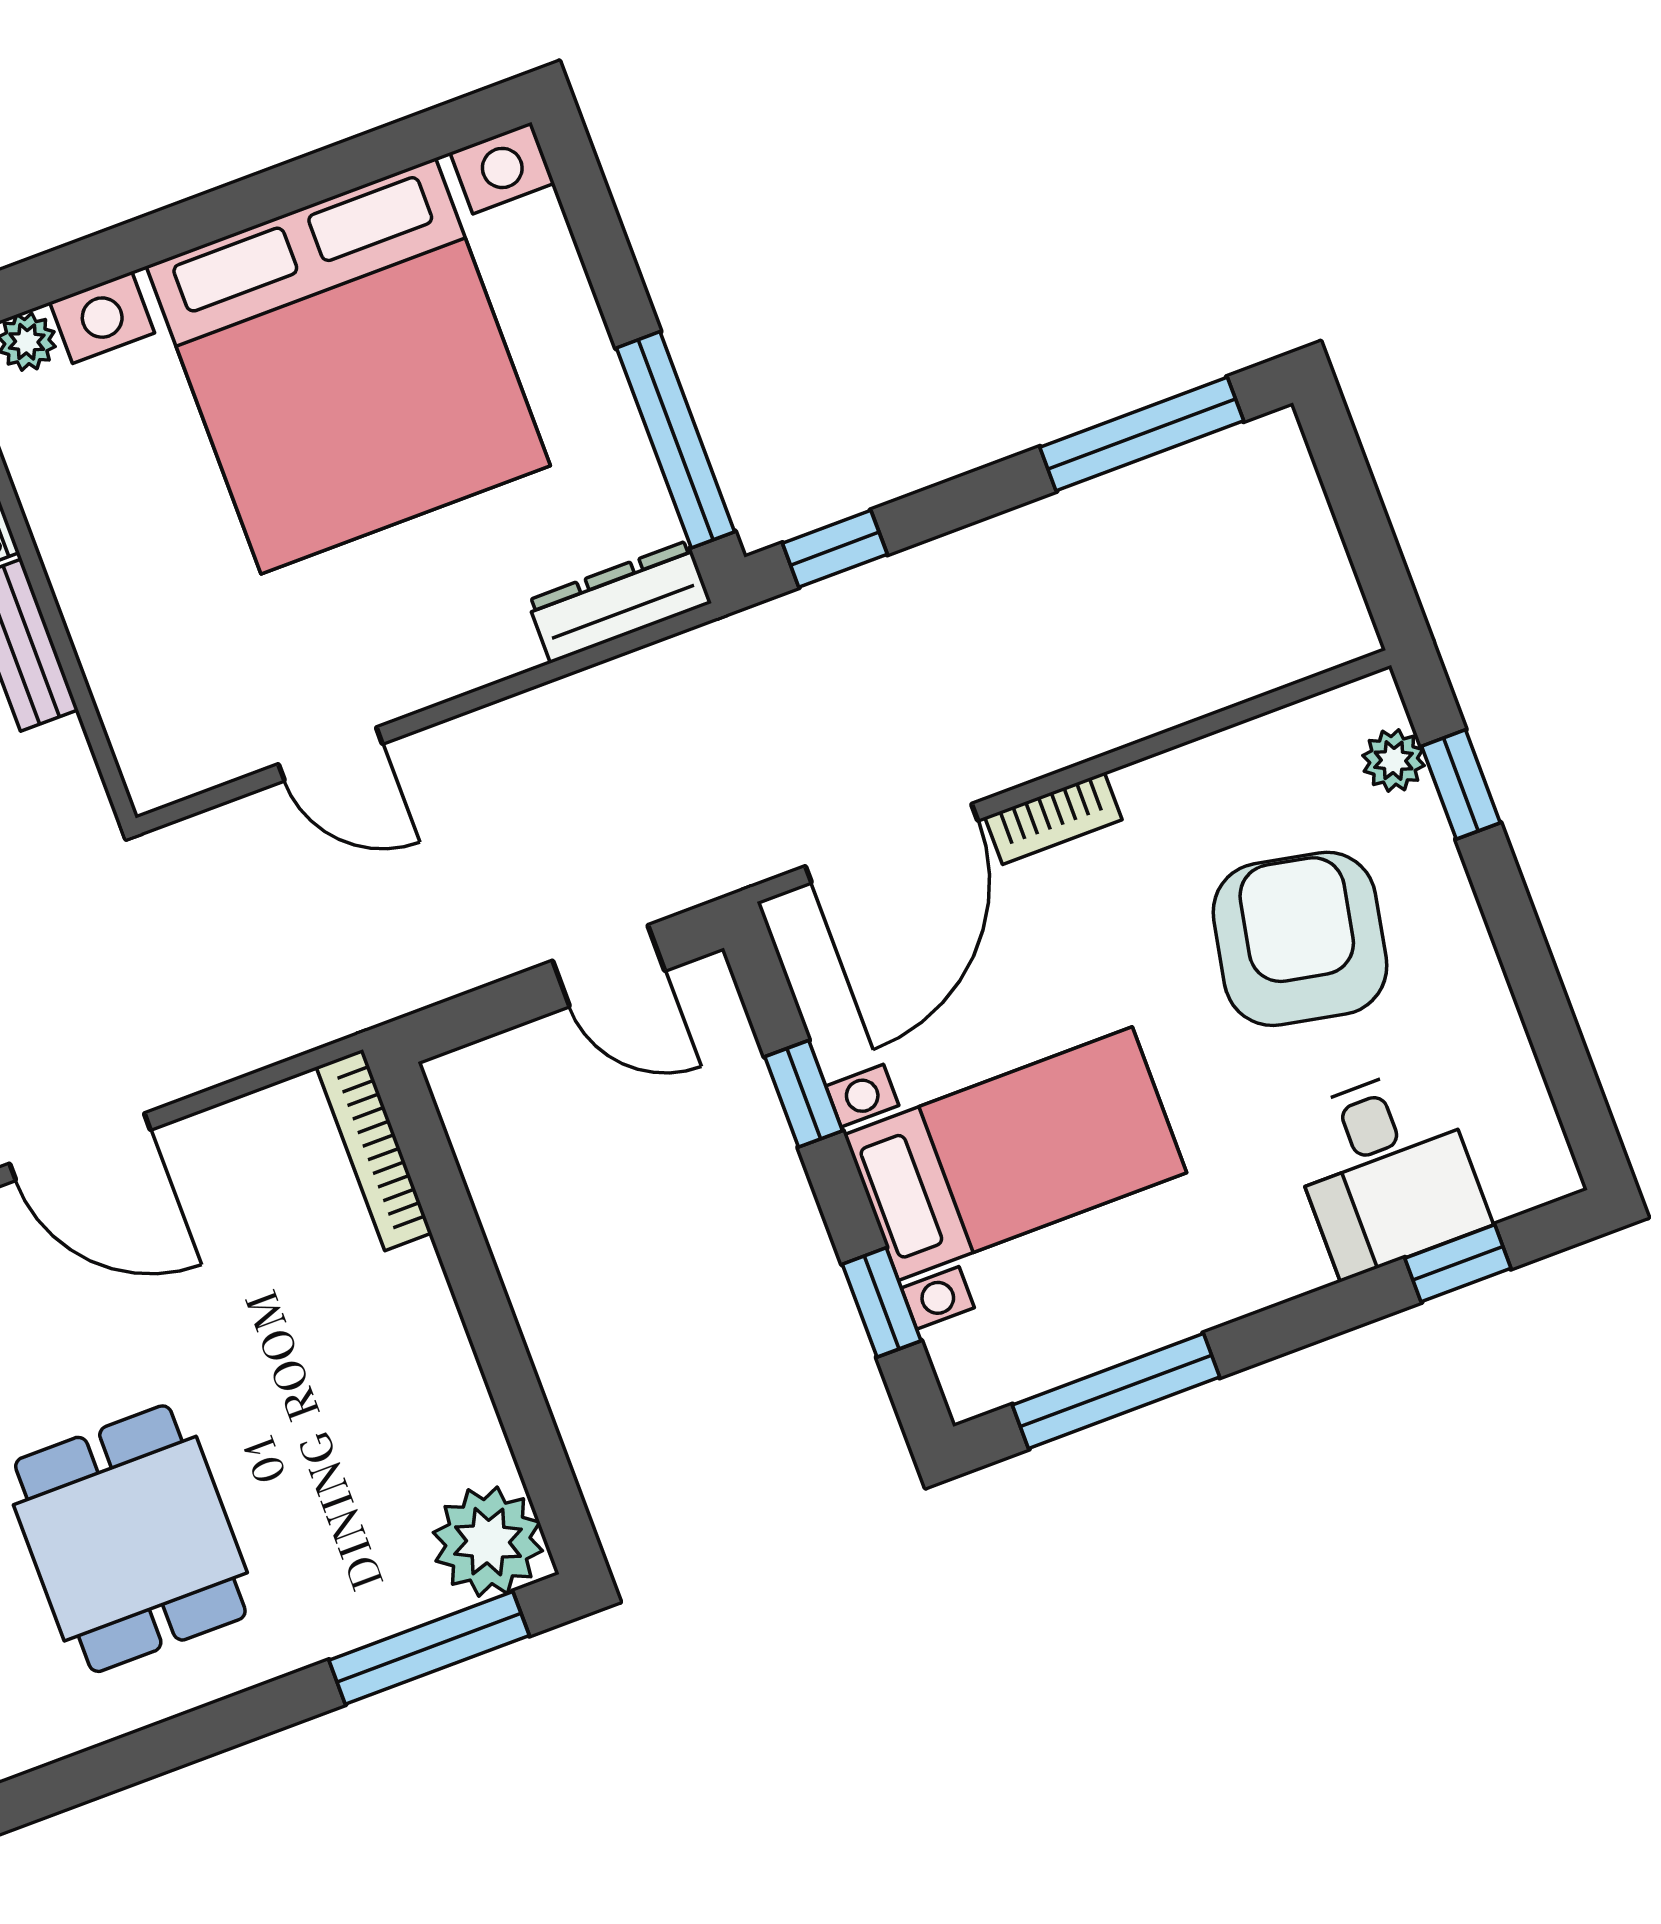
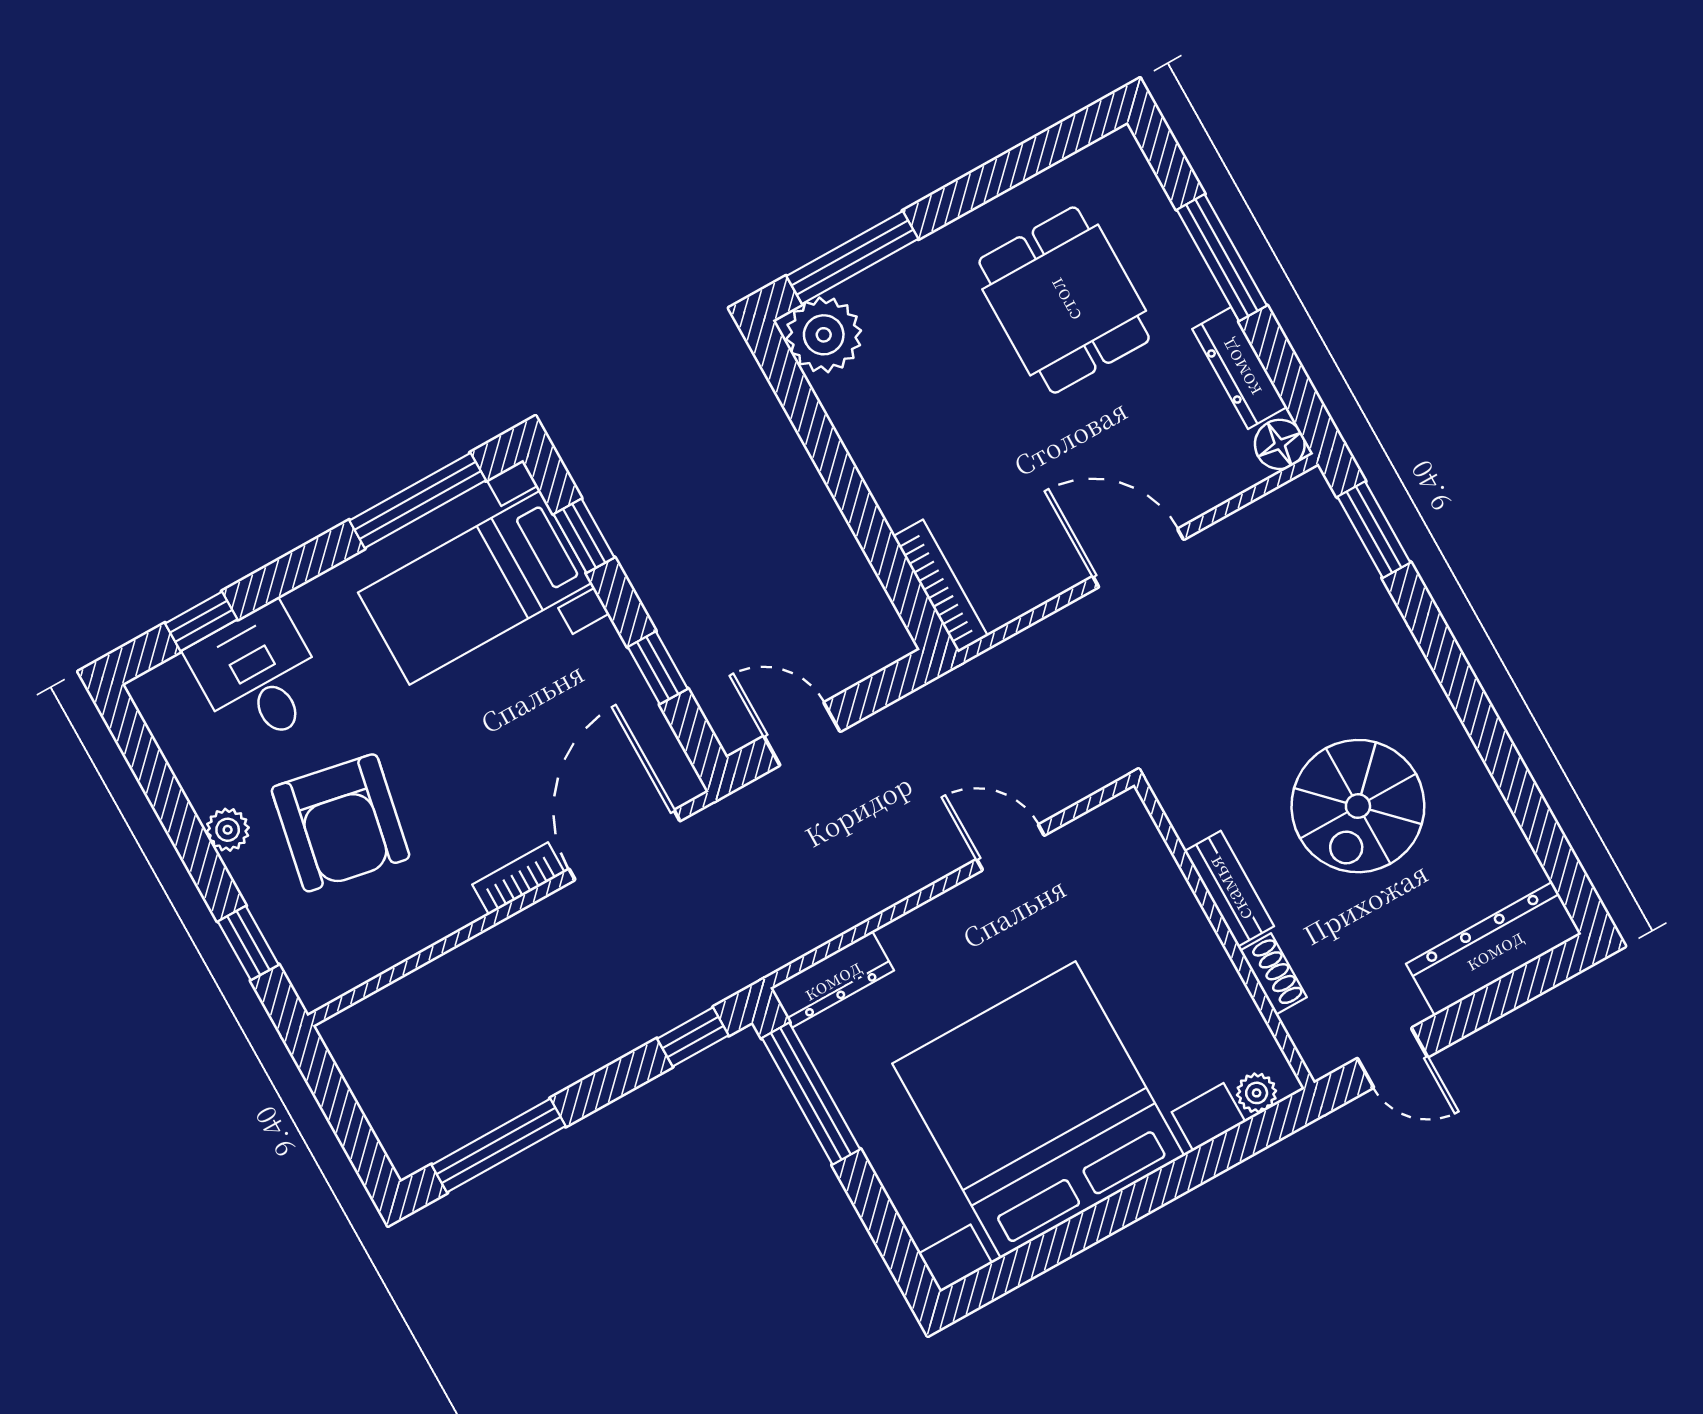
plant: (1394, 760) -> (228, 830), moved
bed with nightstands: (1015, 1154) -> (475, 588), moved

